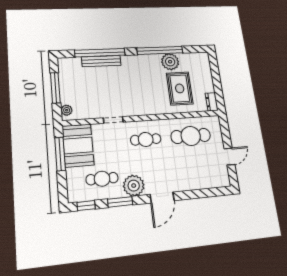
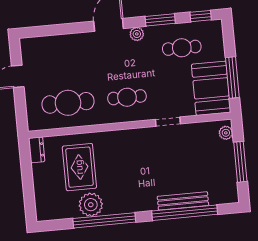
plant: (134, 186) -> (137, 34), width x0.53, depth x0.53

